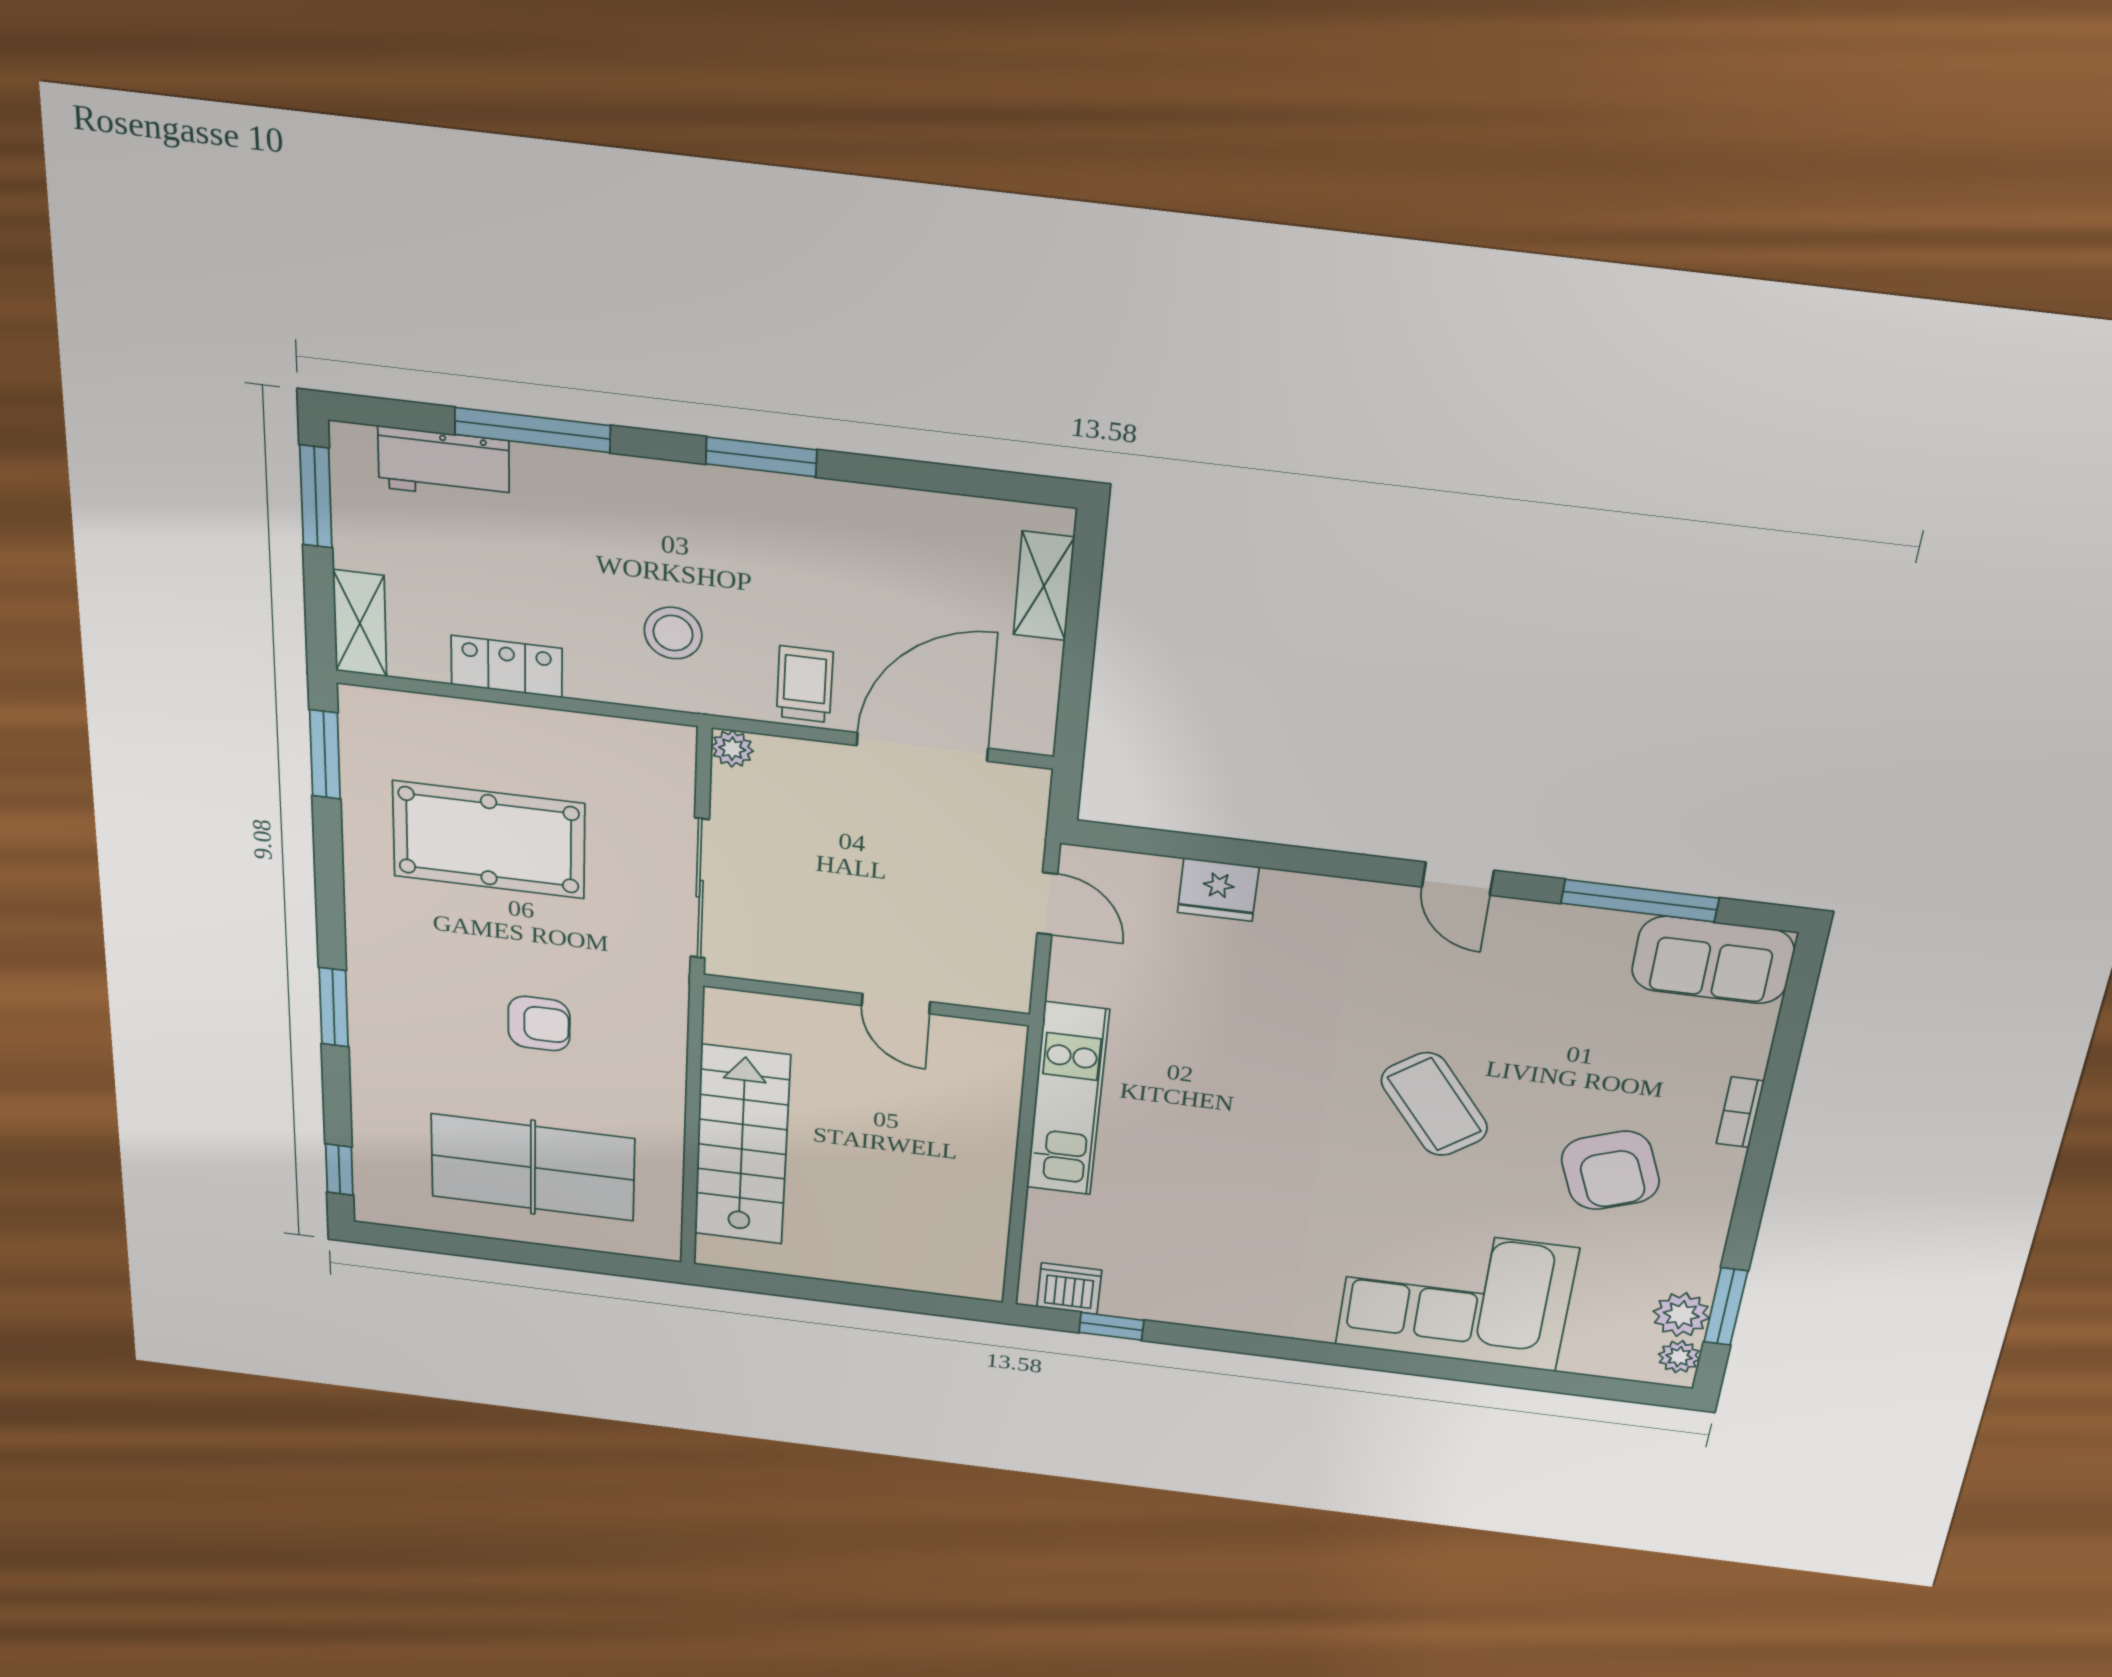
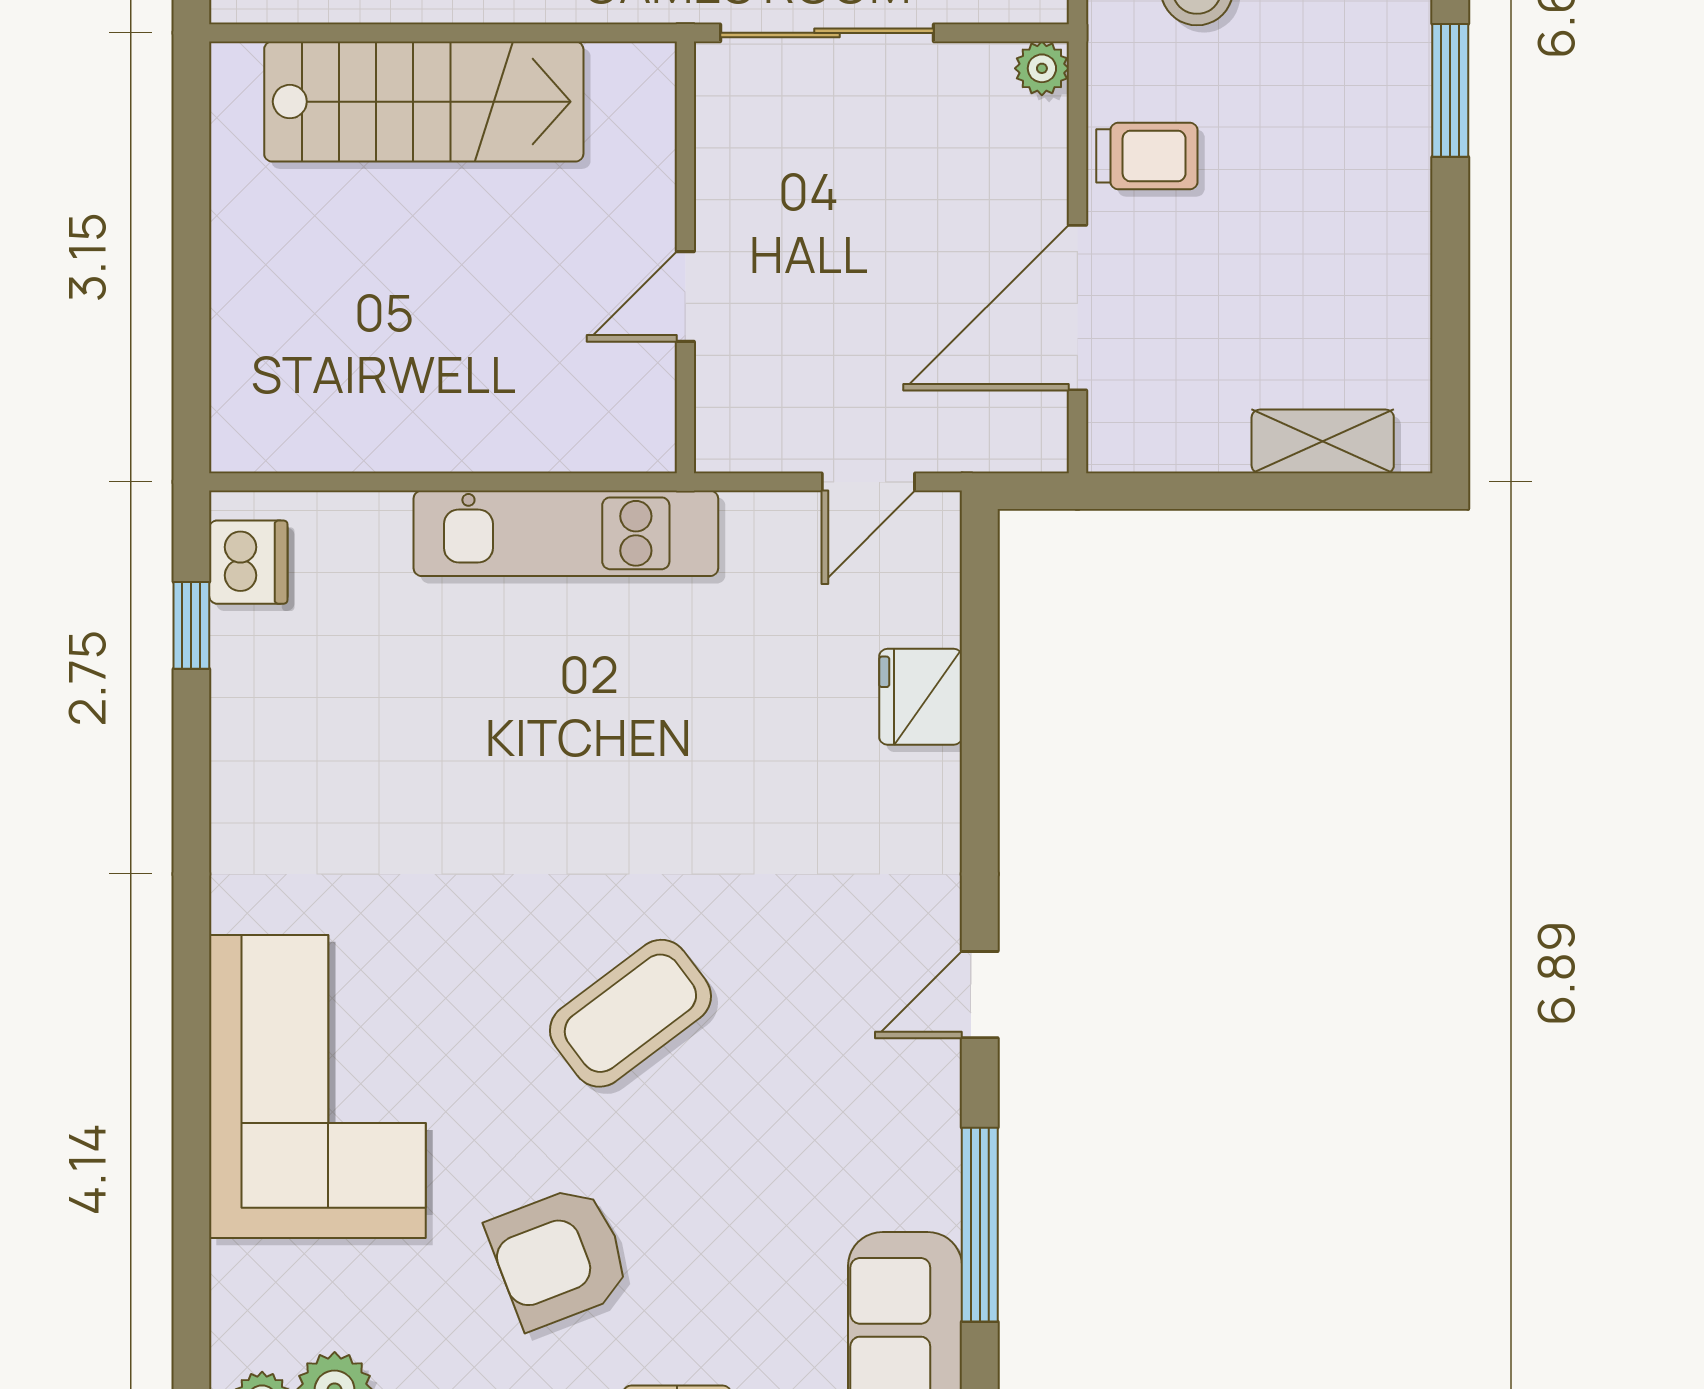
door: (922, 747) -> (1077, 308), swing flipped

